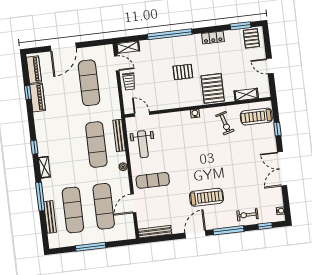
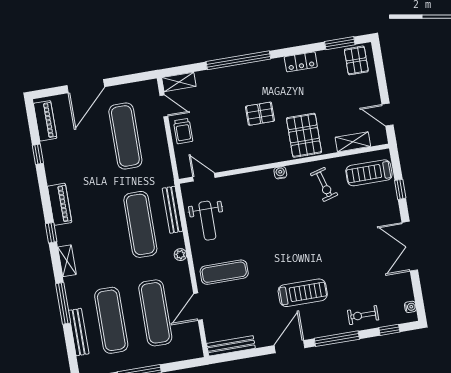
door: (270, 66) -> (388, 115), moved
piano: (38, 98) -> (60, 204), moved

